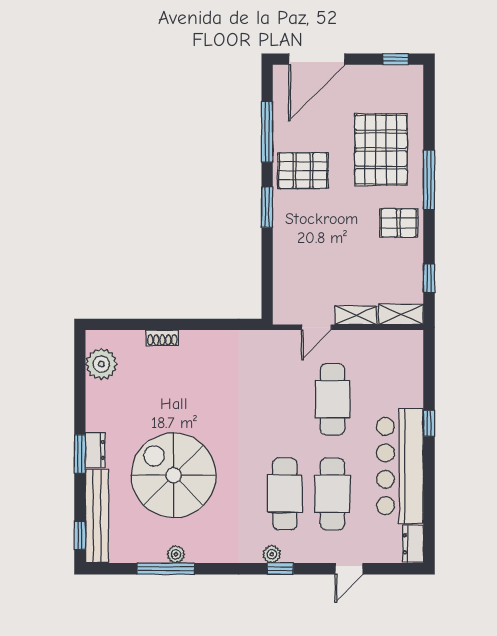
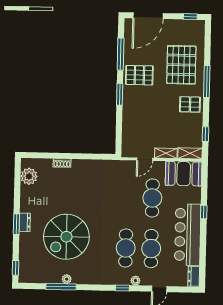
booth: (390, 353) -> (184, 174), added
spiral stairs: (174, 475) -> (66, 237), turned -90
bench: (97, 516) -> (25, 258), removed
plant: (272, 554) -> (135, 281), moved

